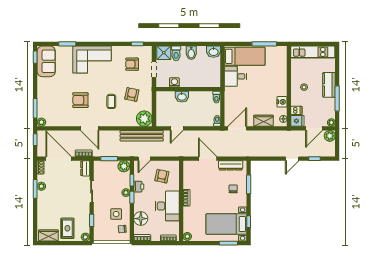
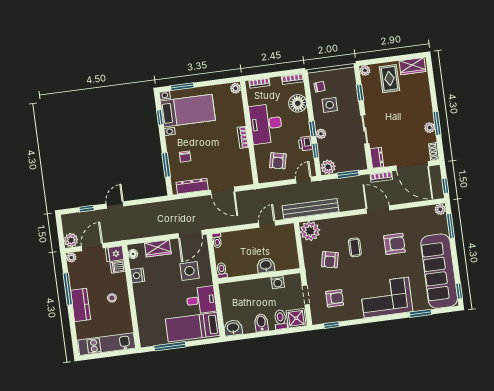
sofa: (46, 61) -> (439, 271), width x1.85, depth x1.27
side table: (241, 100) -> (189, 271), added

